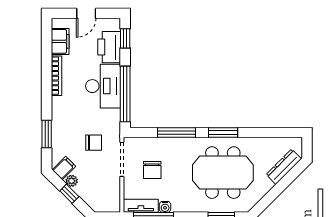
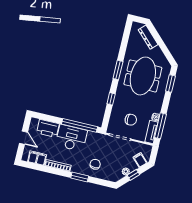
window: (125, 38) -> (45, 117), removed
window: (177, 132) -> (111, 99), width x0.46
window: (47, 134) -> (80, 177), moved
chair: (94, 143) -> (95, 164), moved
filing cabinet: (64, 168) -> (140, 160), moved

